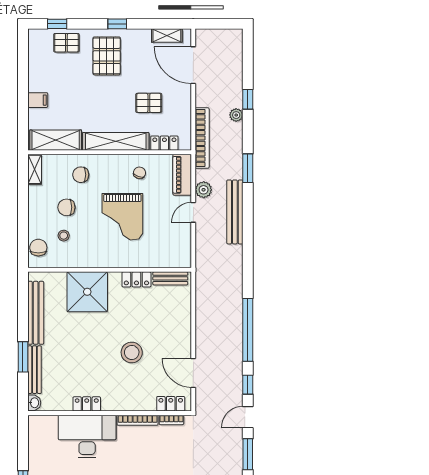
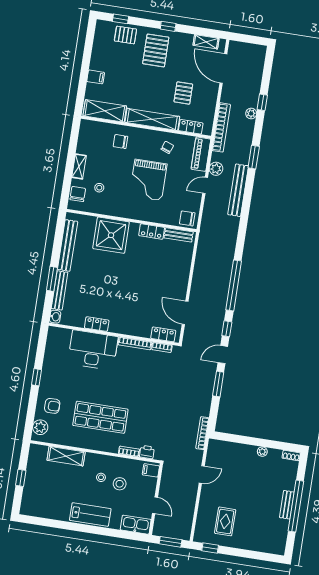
pallet: (149, 103) -> (183, 93), turned 90
shelving: (35, 169) -> (79, 166), moved
chair: (66, 207) -> (187, 218), moved
stool: (132, 352) -> (139, 289), removed

